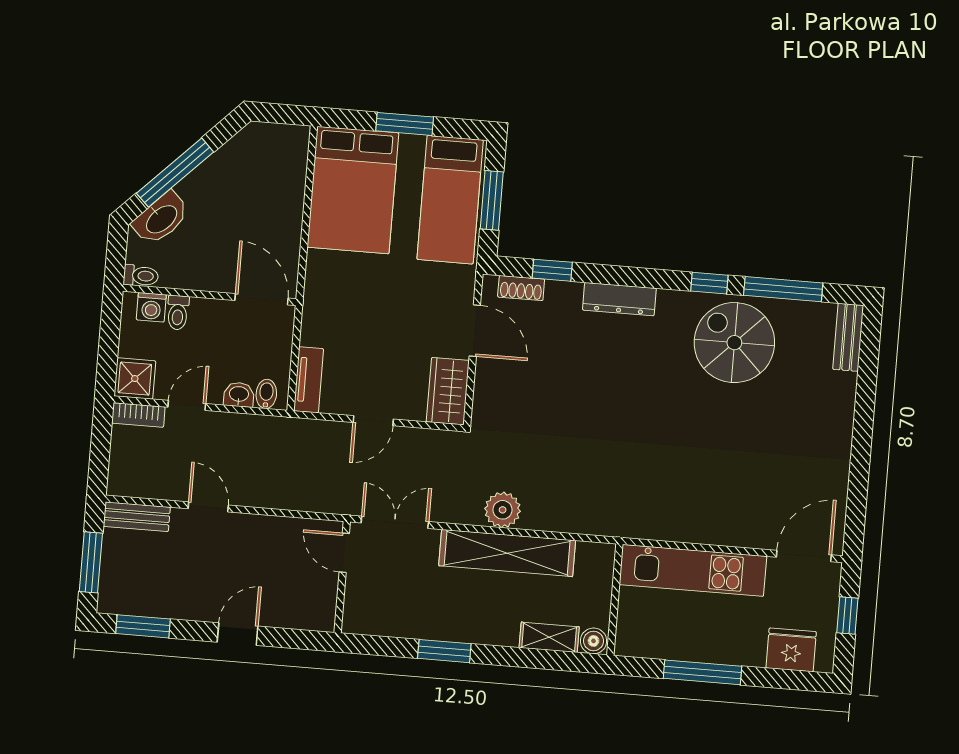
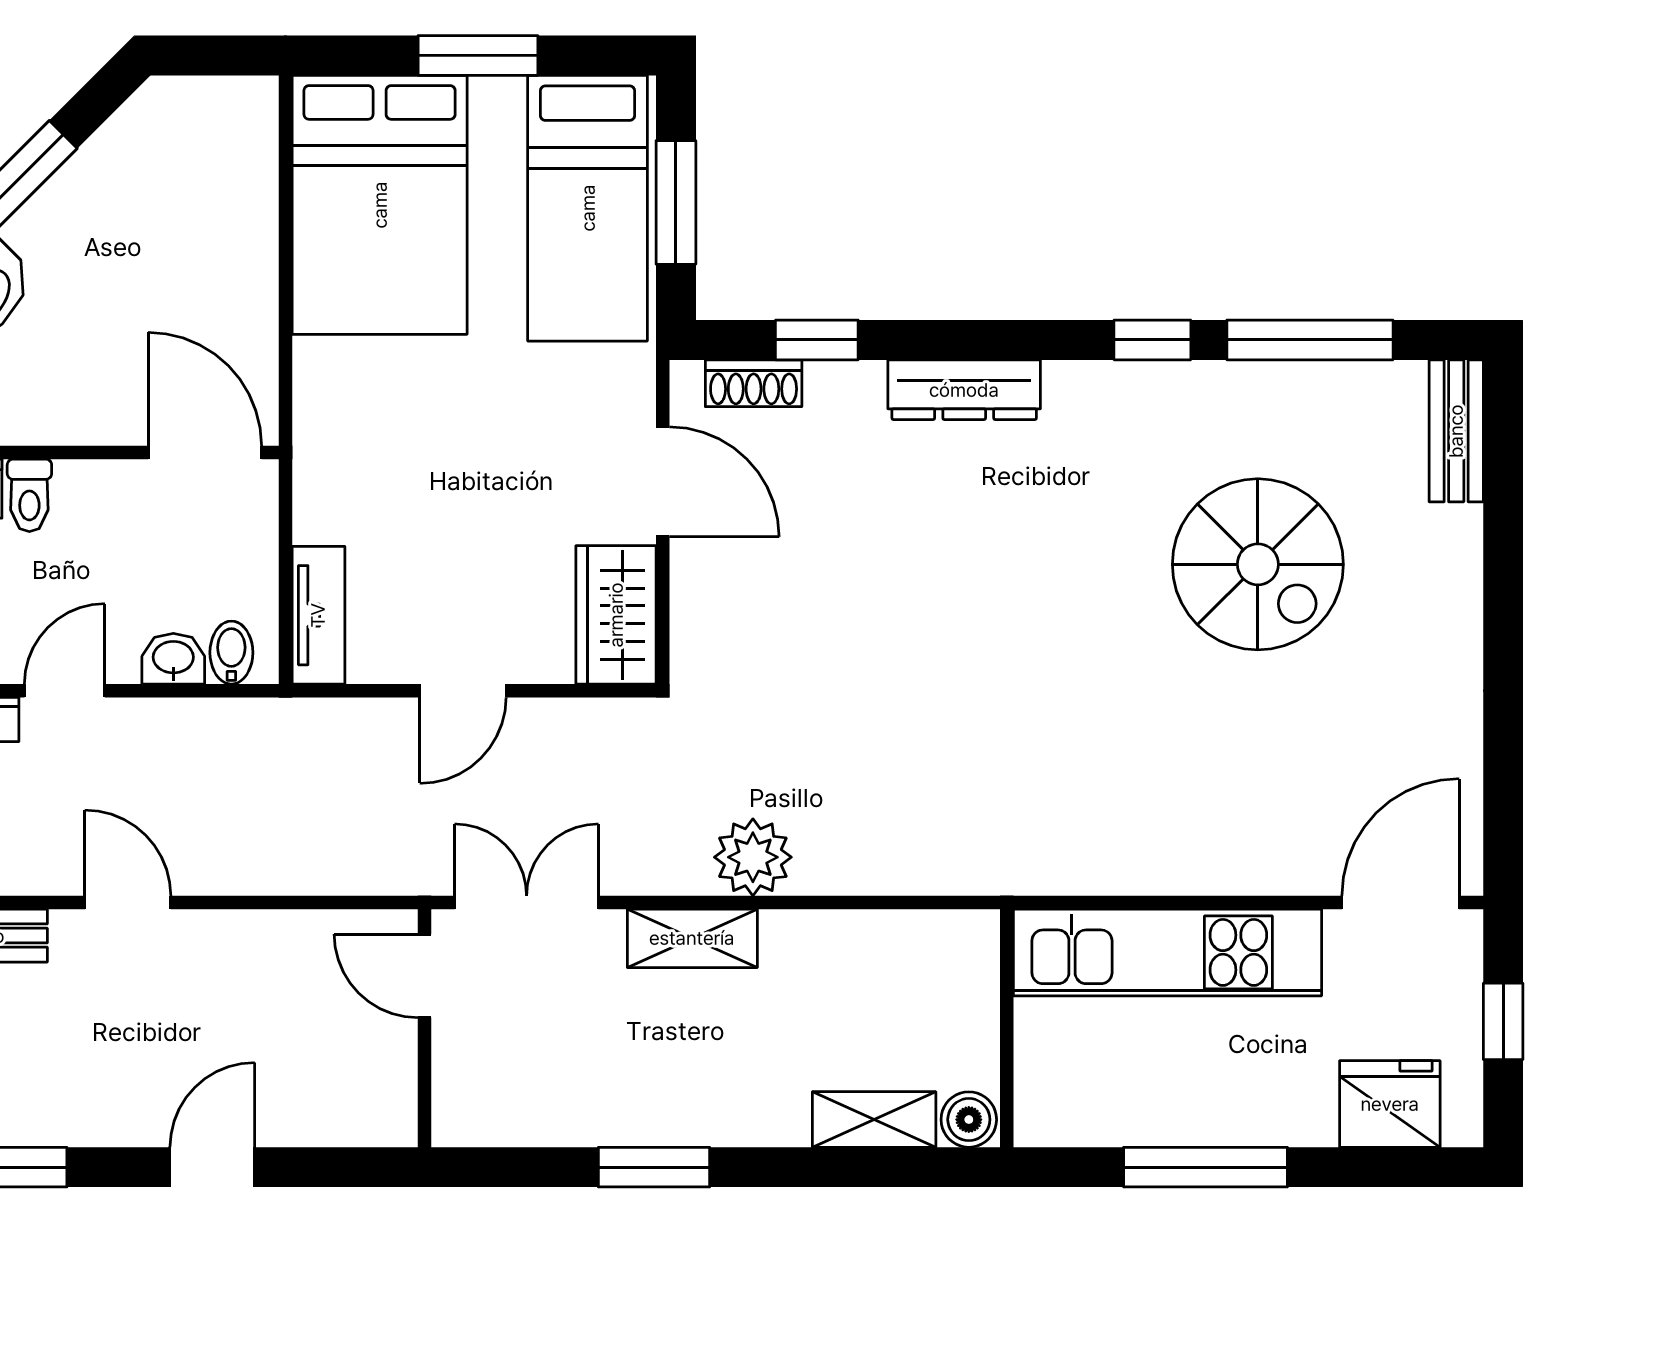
spiral stairs: (734, 343) -> (1258, 564), moved, turned 180
shelving: (507, 553) -> (692, 938), width x0.45, depth x0.75

